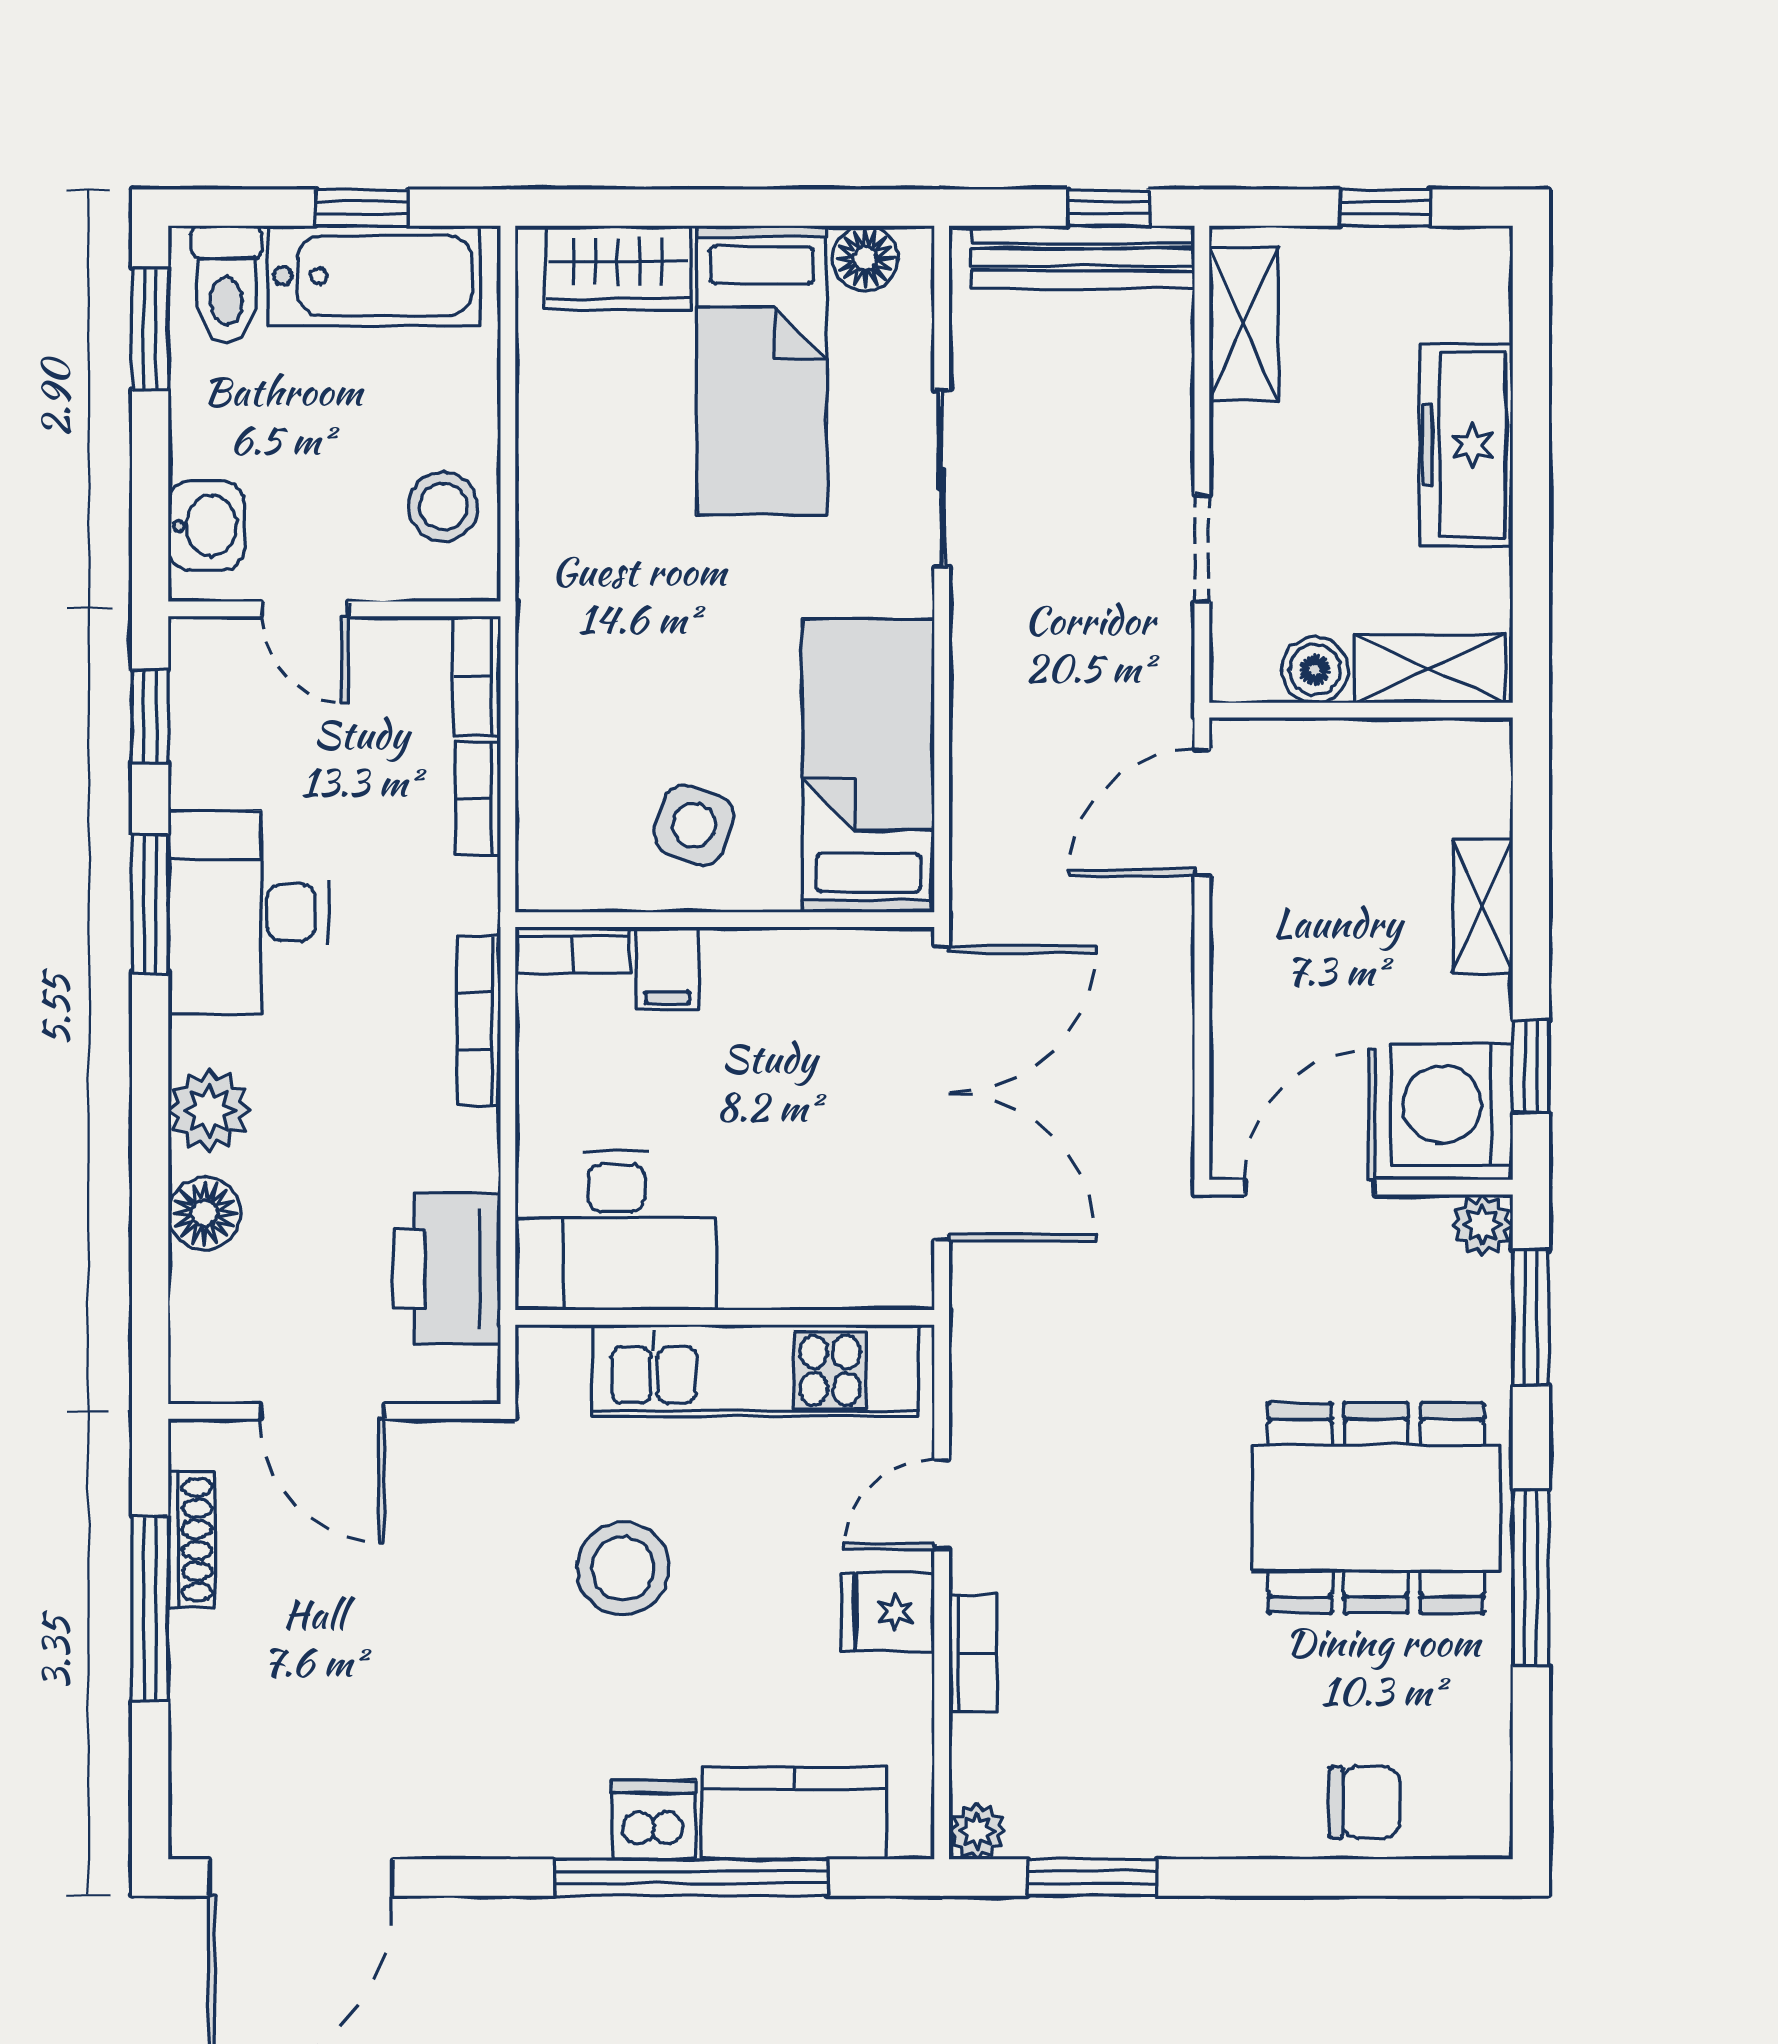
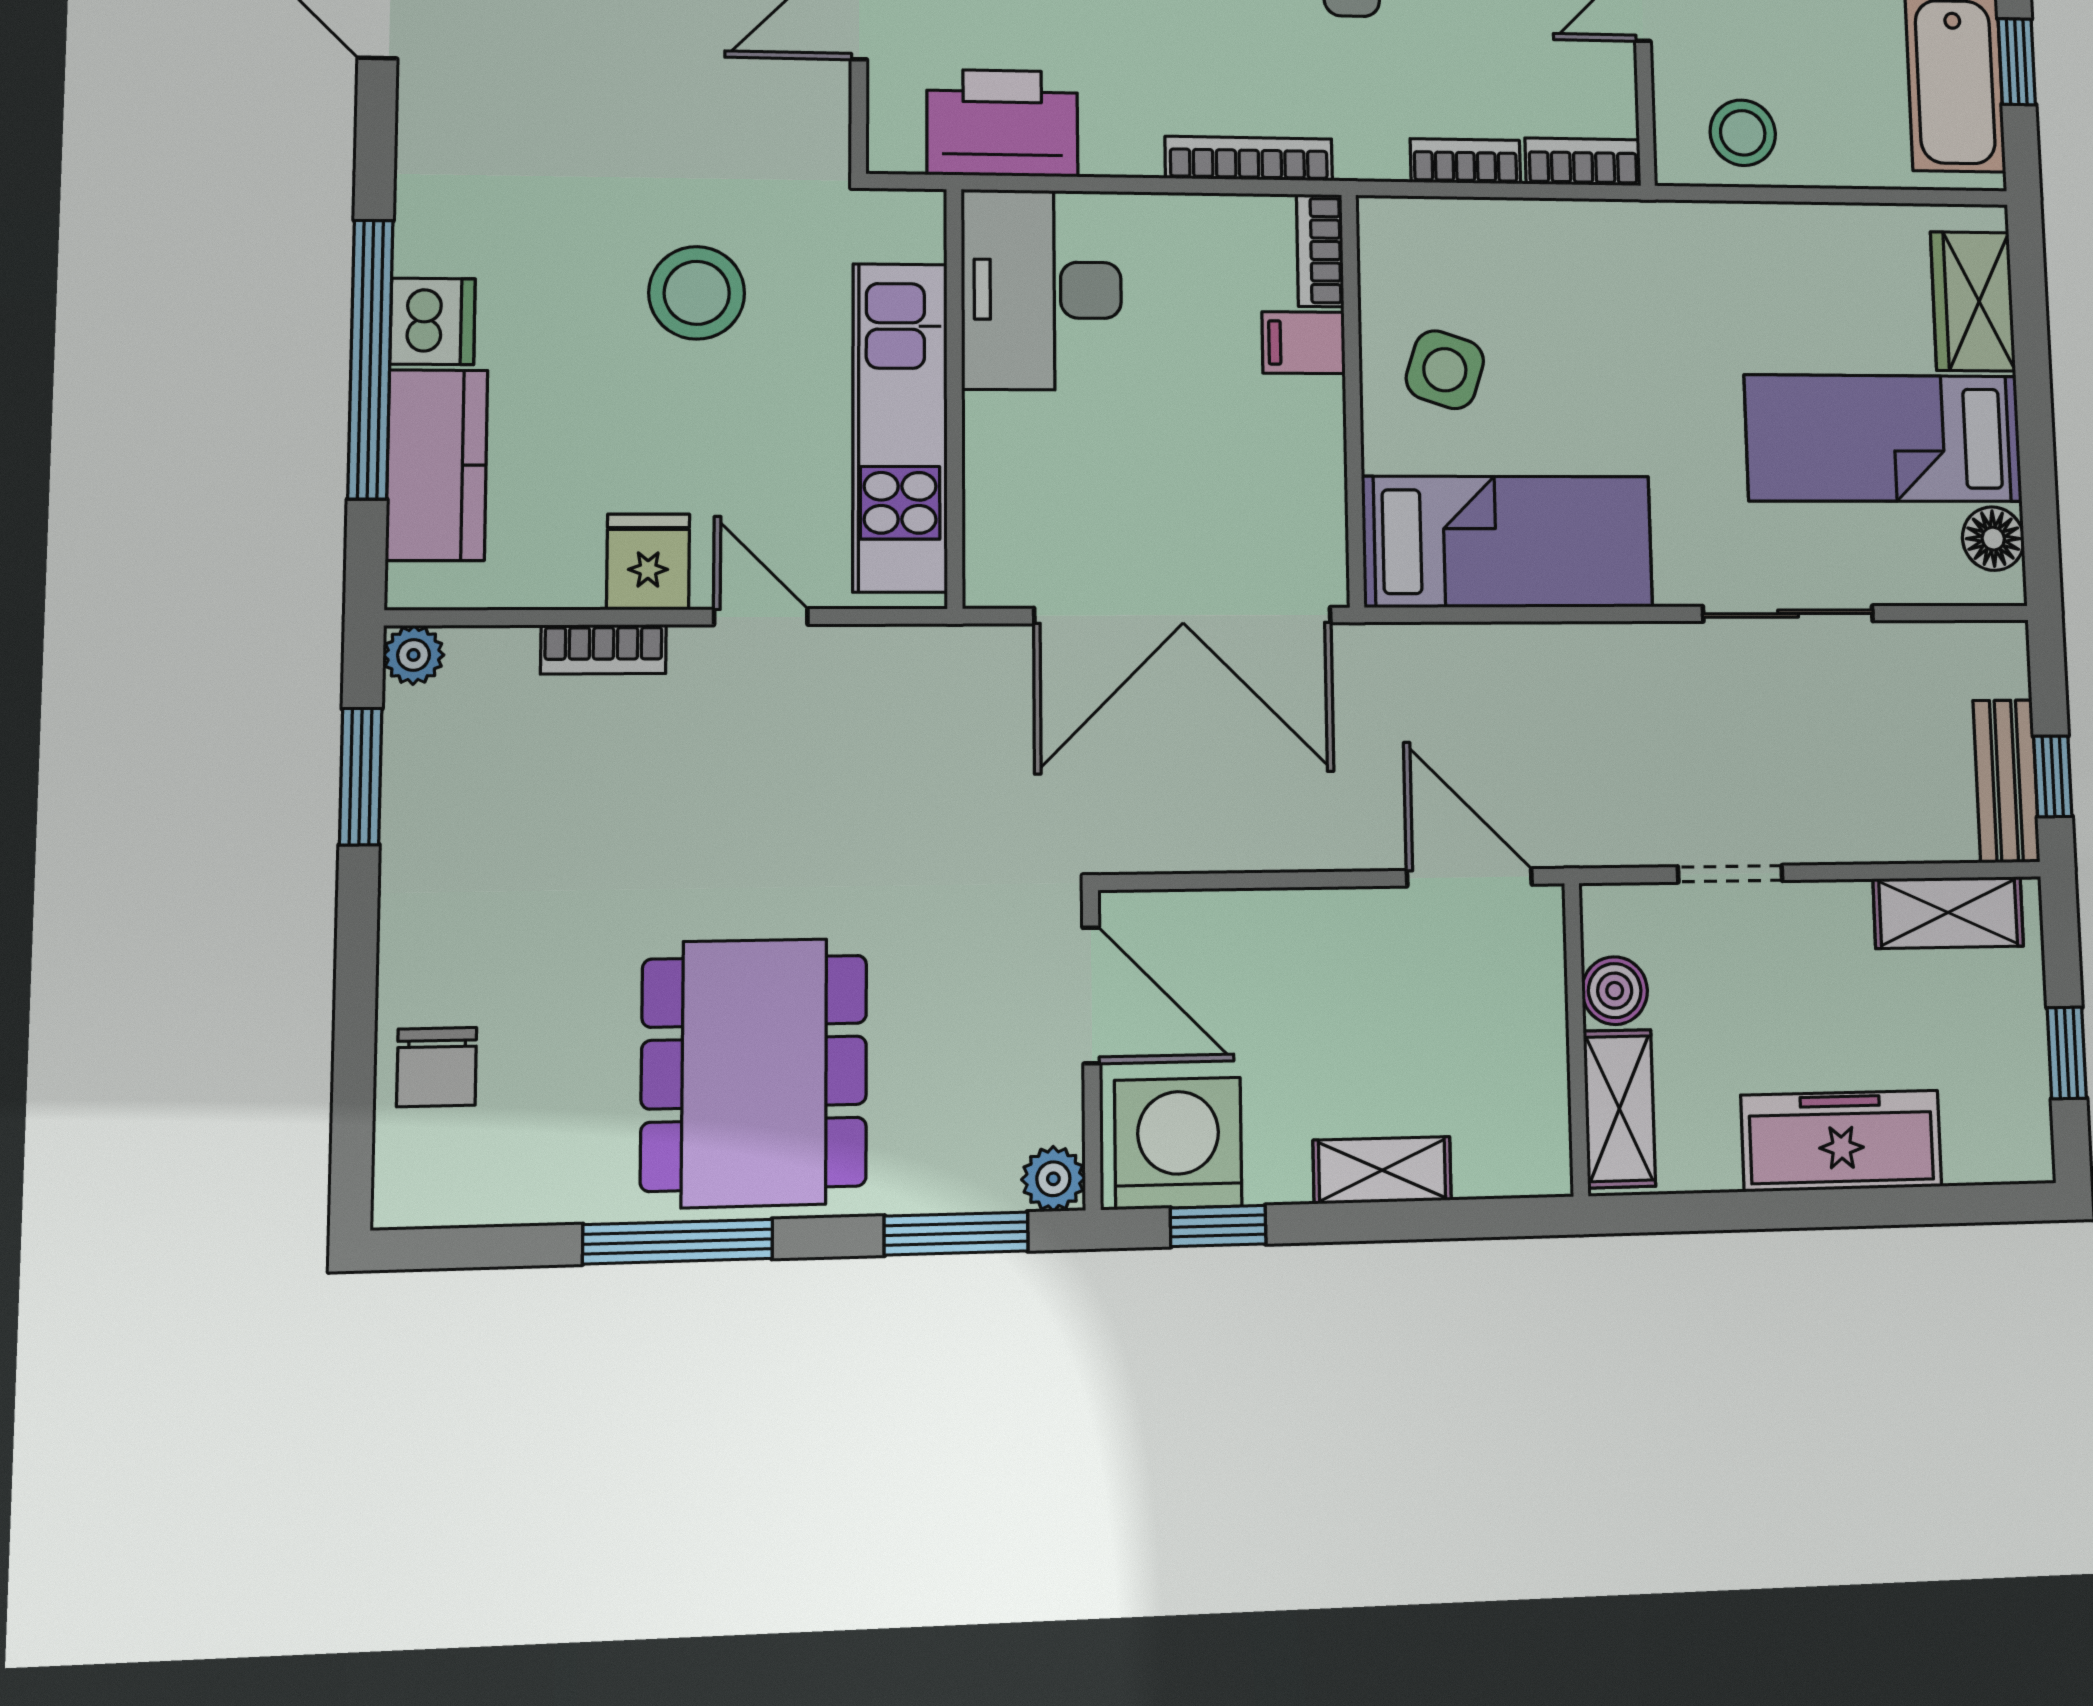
bench: (1083, 257) -> (2006, 781), width x0.73

